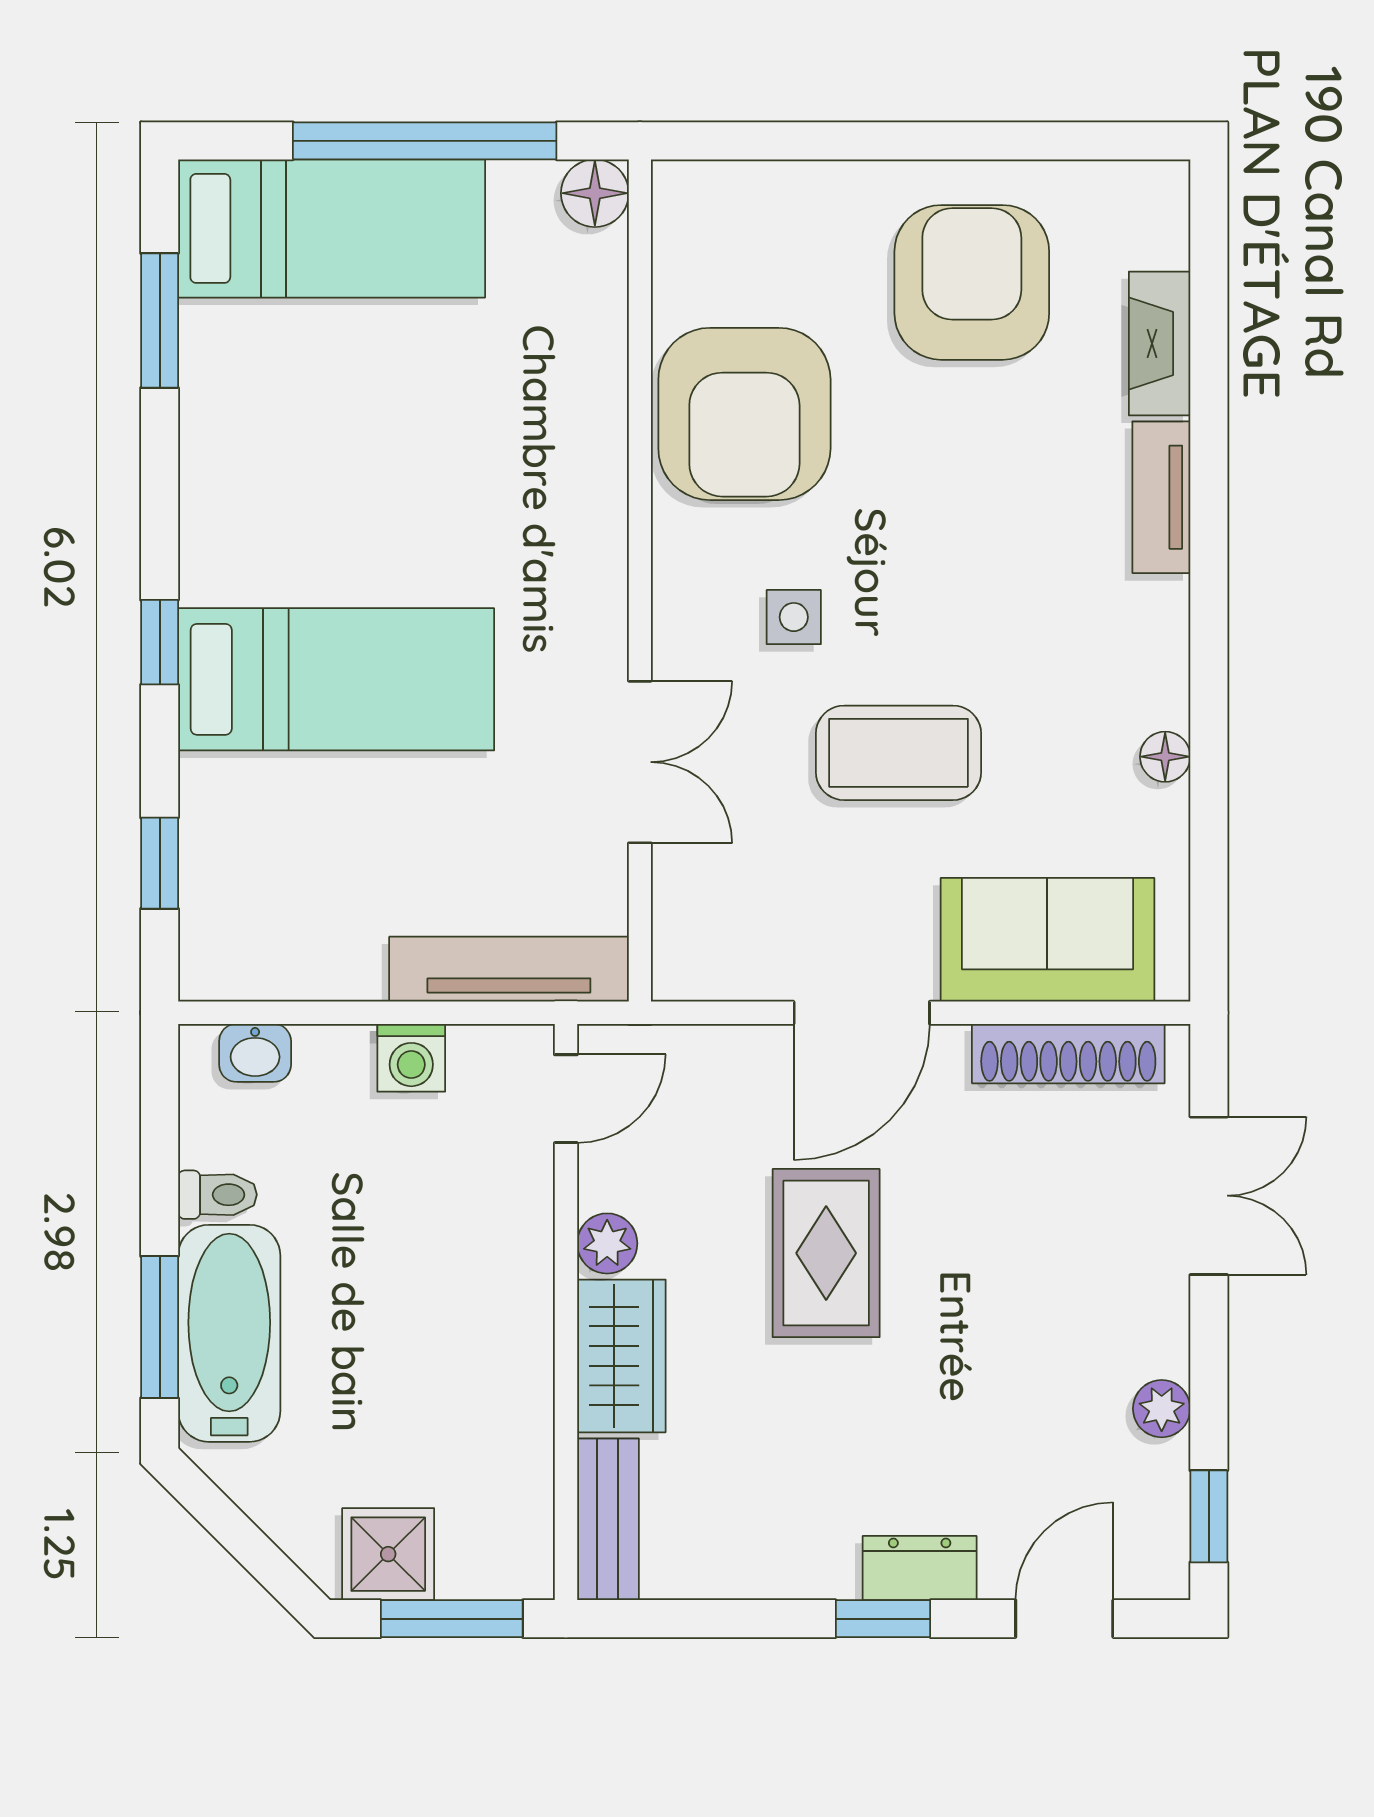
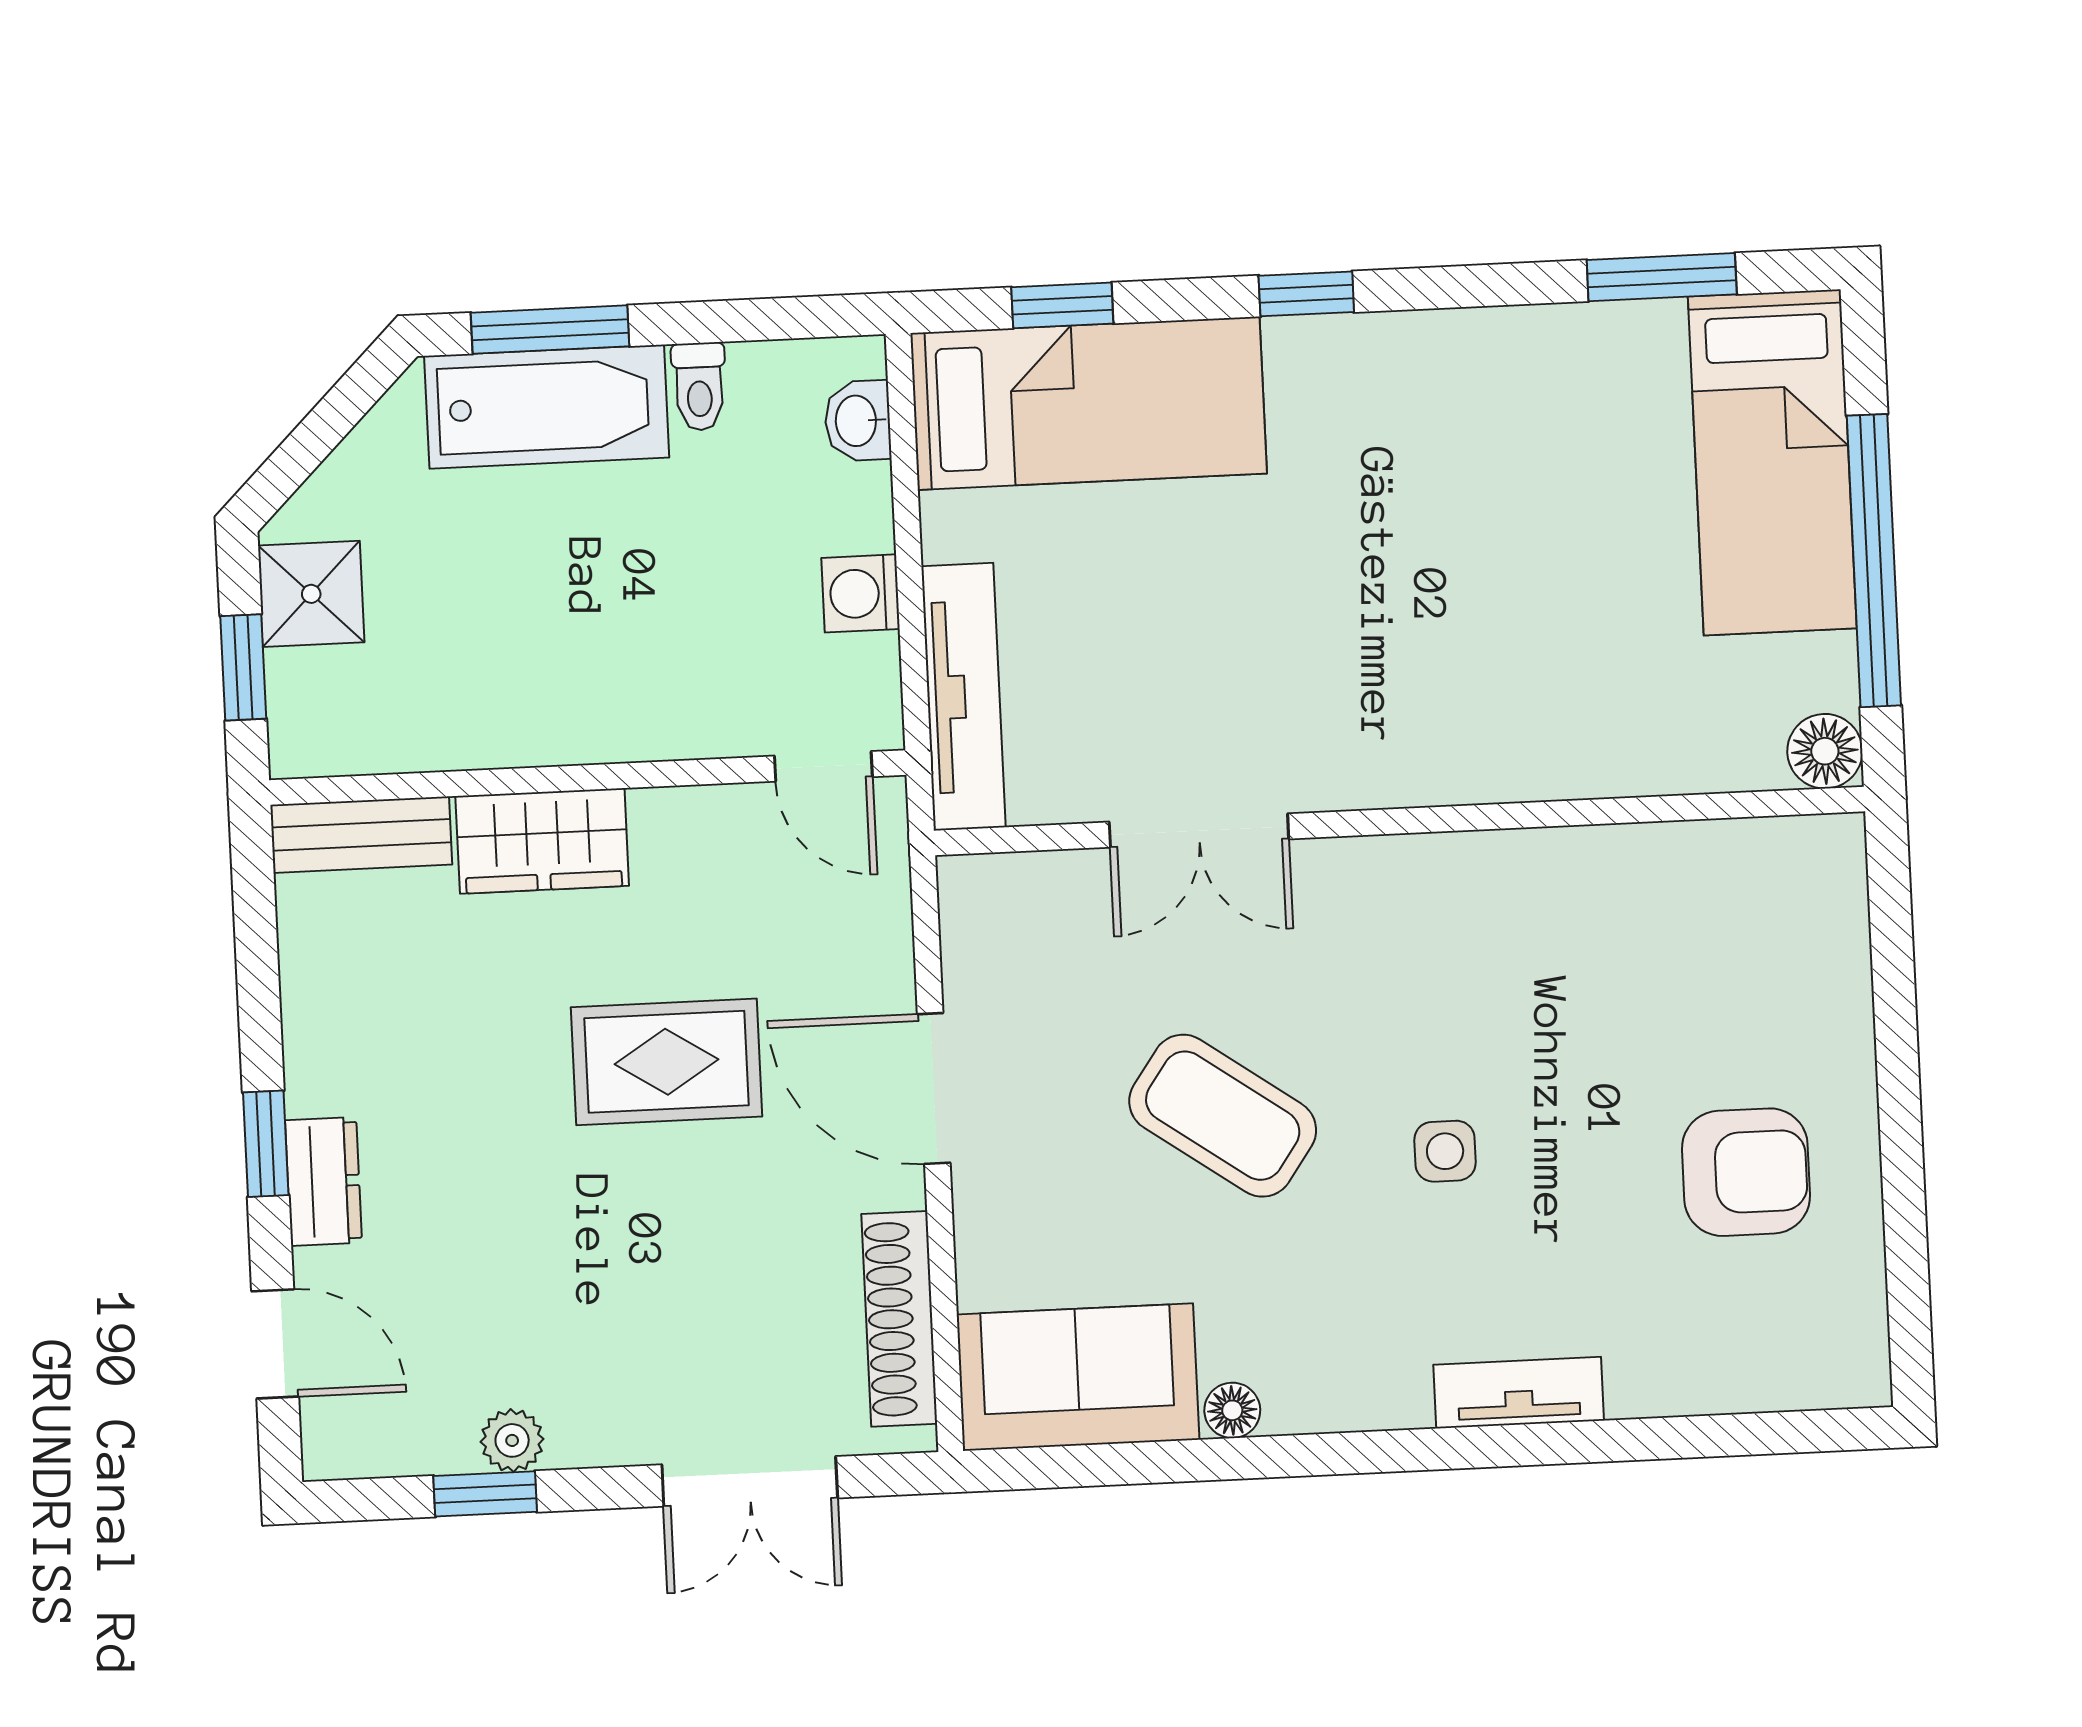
armchair: (972, 282) -> (1746, 1172), width x0.73, depth x0.73
fireplace: (1160, 343) -> (1688, 1383), removed
armchair: (744, 414) -> (1589, 928), removed
side table: (794, 617) -> (1445, 1151), moved
bed: (336, 679) -> (1089, 403), moved, turned -90
coffee table: (898, 753) -> (1223, 1116), turned -55
sofa: (1047, 940) -> (1078, 1377), moved, turned -90
plant: (607, 1243) -> (666, 819), removed
window: (1209, 1516) -> (485, 1494), moved
window: (452, 1619) -> (243, 667), width x0.67

